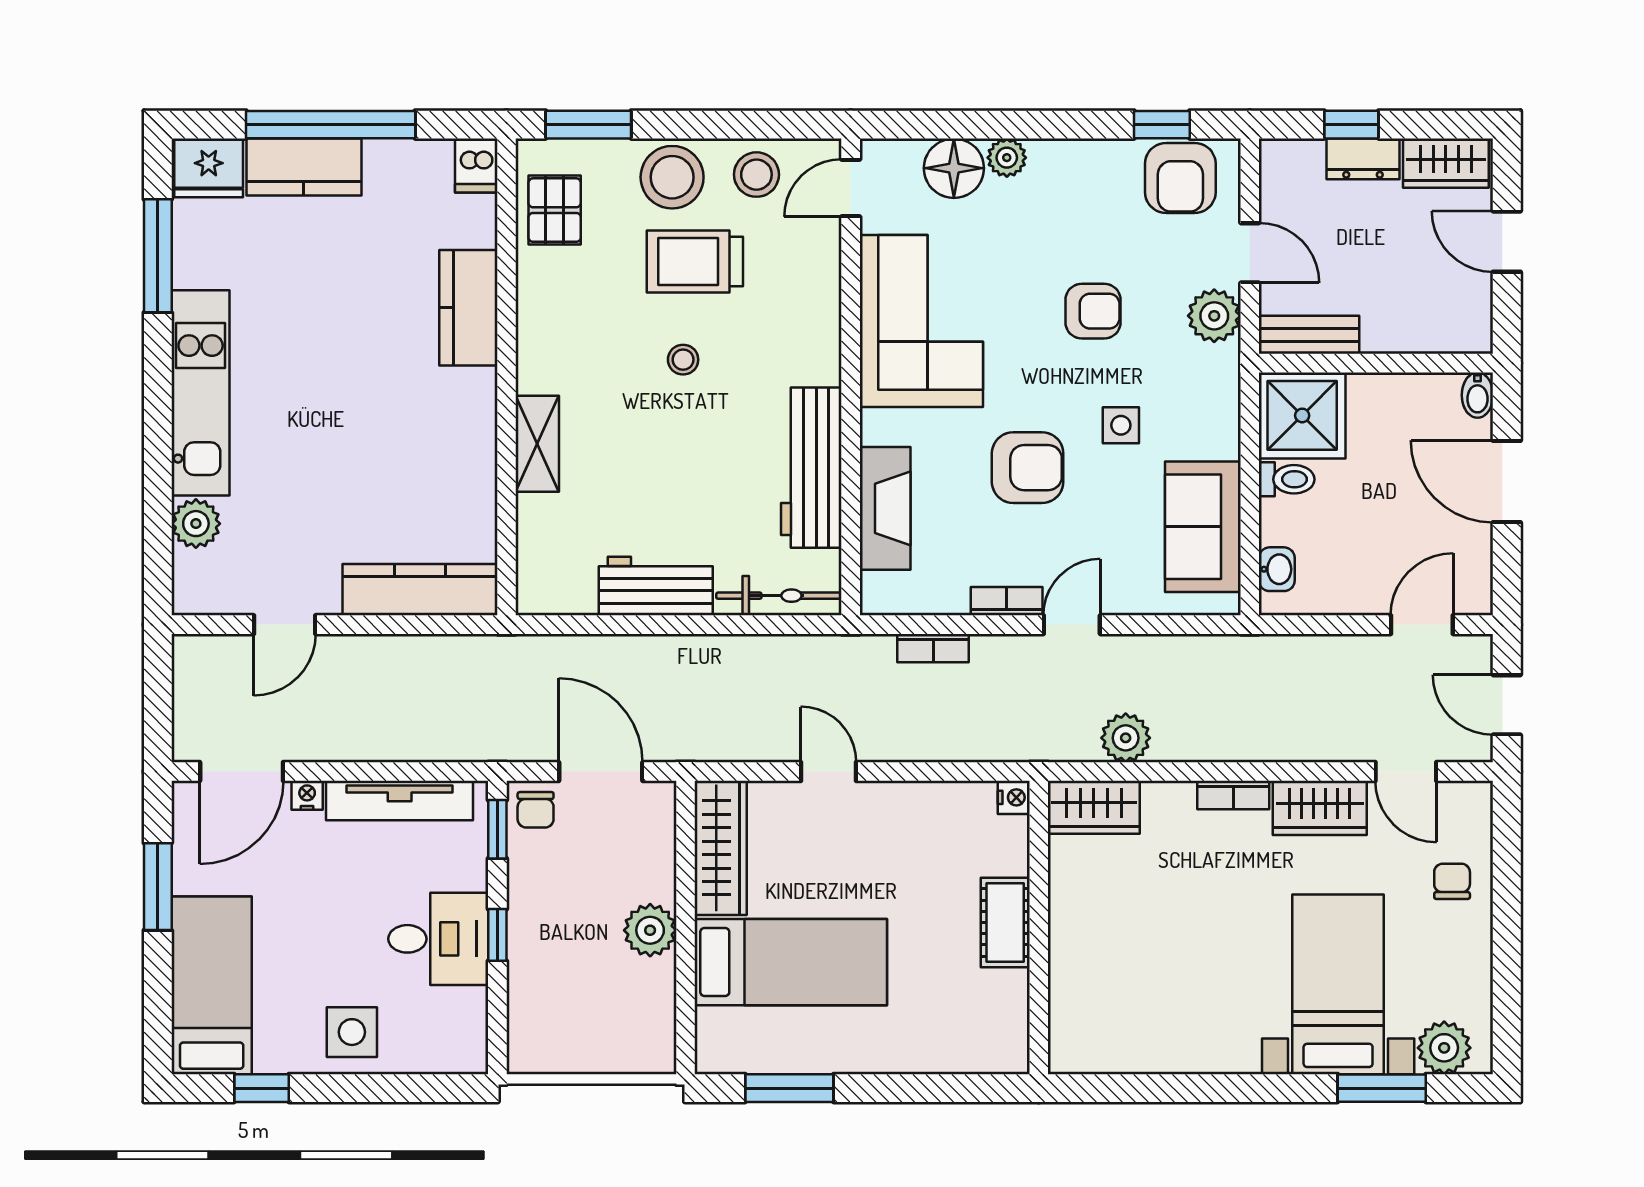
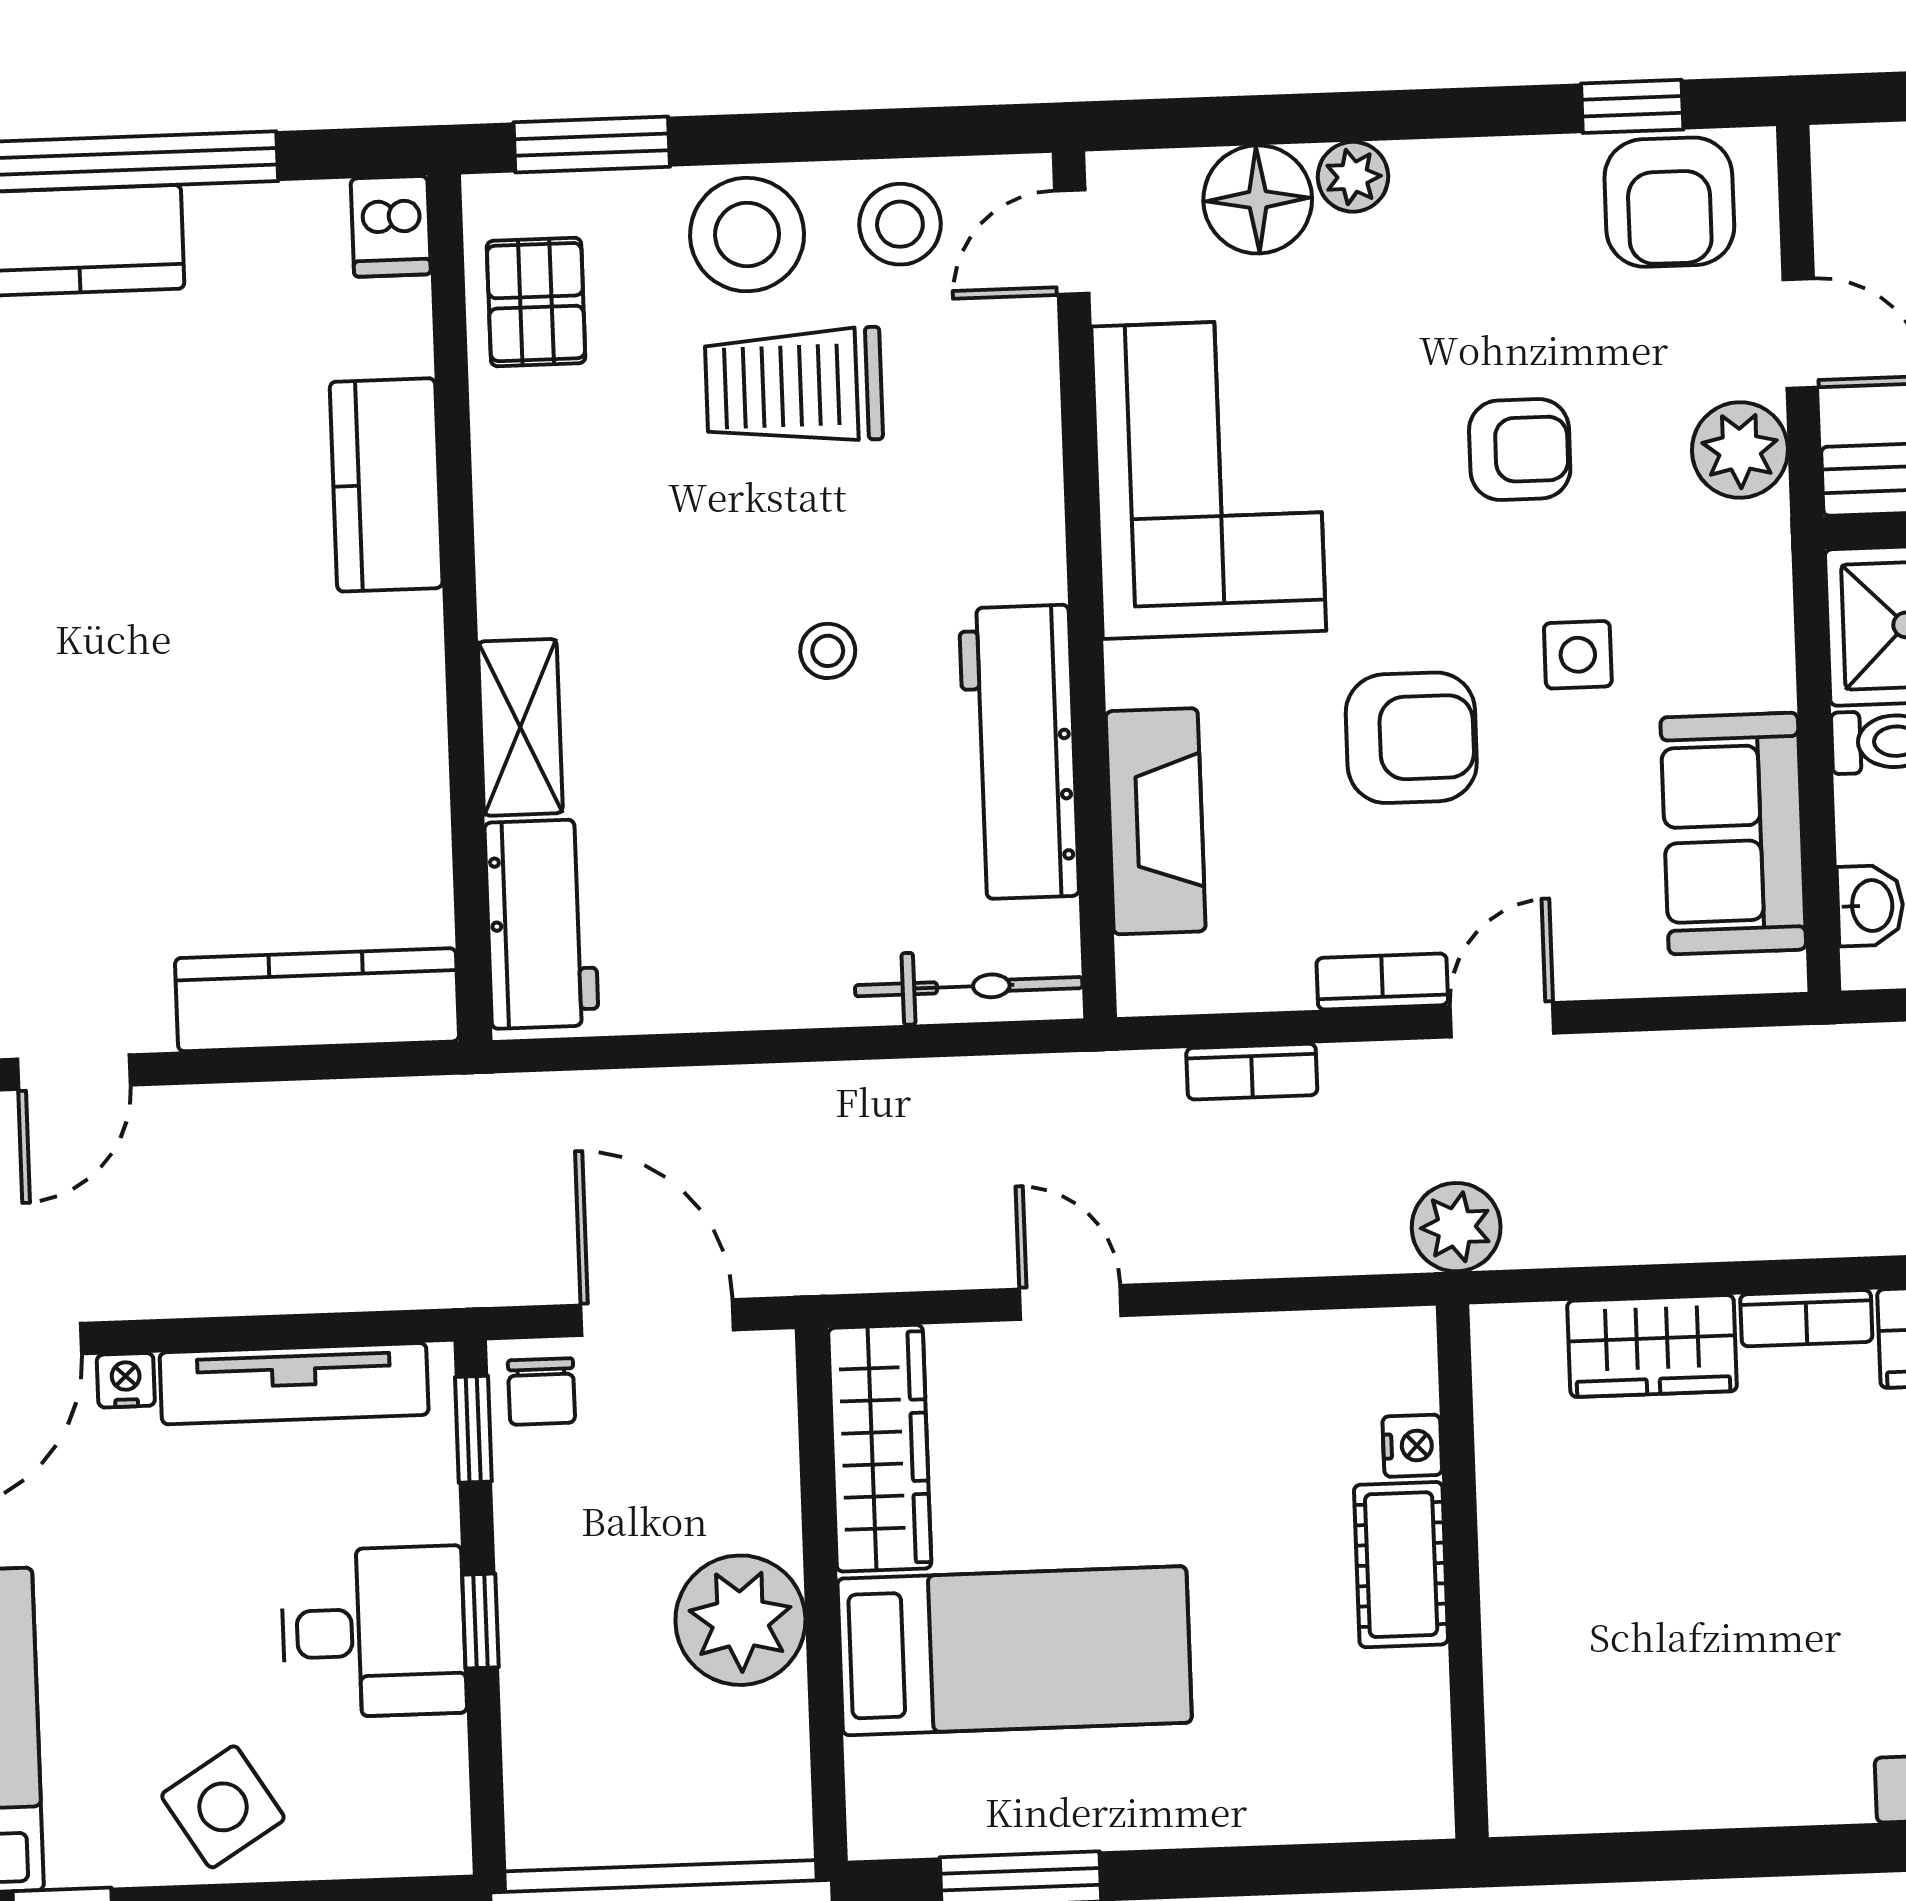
stool: (683, 360) -> (828, 651), moved
workbench: (656, 586) -> (542, 924), moved, turned 90
plant: (1126, 738) -> (1456, 1227), moved
nightstand: (1014, 797) -> (1412, 1446), moved
wardrobe: (1094, 807) -> (1652, 1346), moved
plant: (650, 930) -> (740, 1620), width x1.36, depth x1.36
side table: (352, 1032) -> (223, 1807), turned -32

